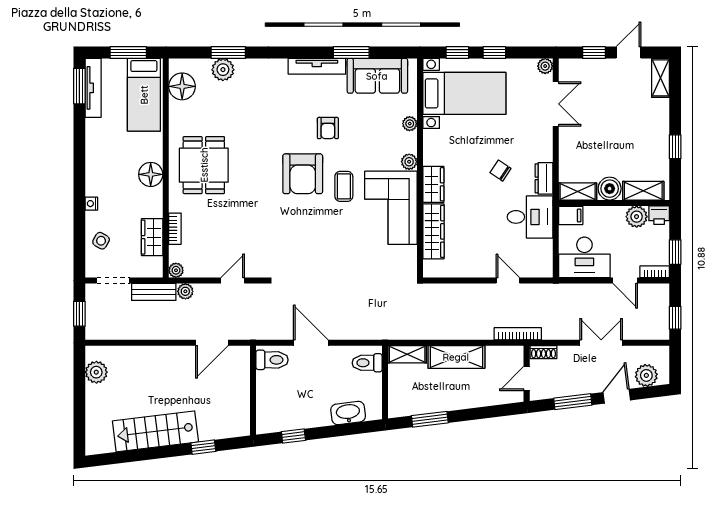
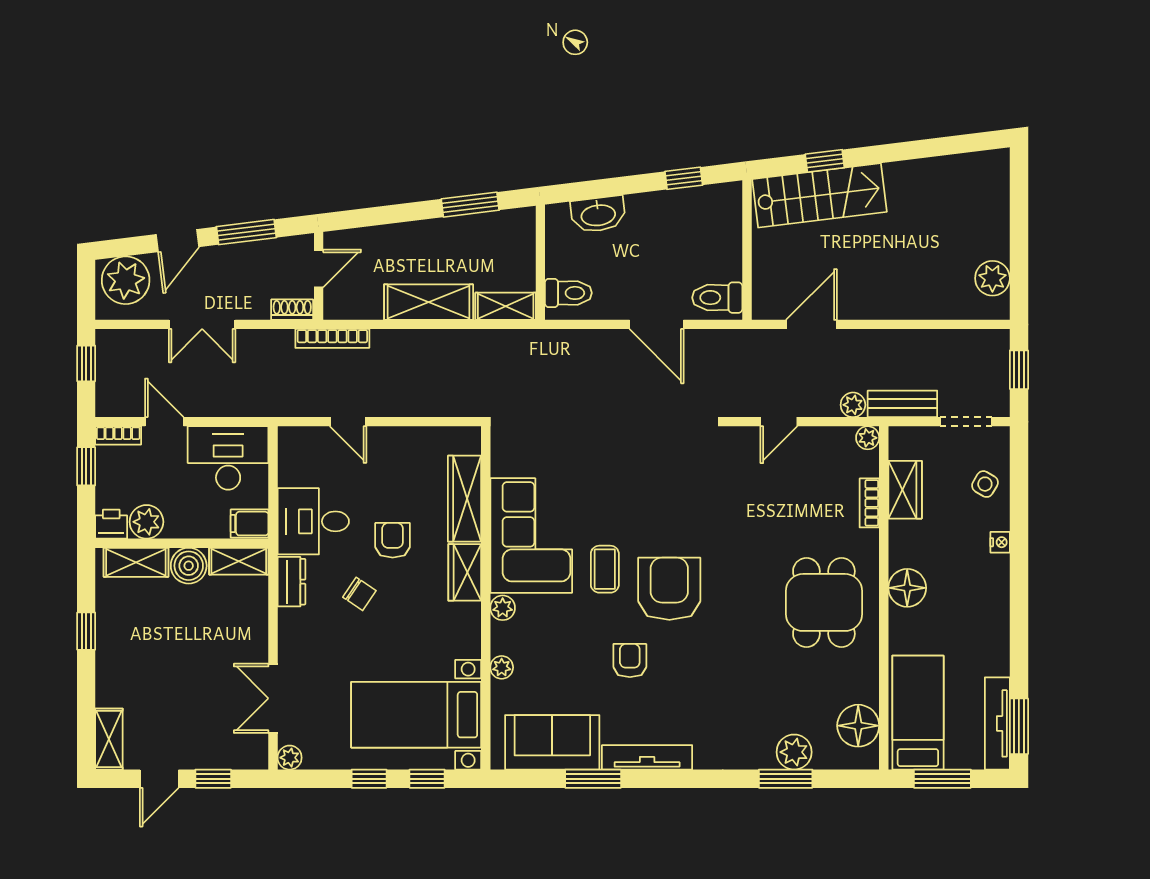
armchair: (479, 205) -> (393, 540), added
plant: (646, 375) -> (126, 280), width x1.36, depth x1.36
stairs: (155, 431) -> (819, 195), moved

